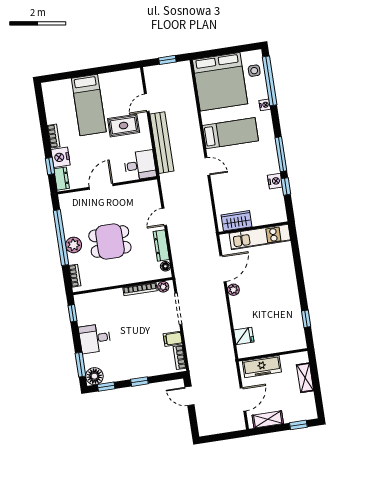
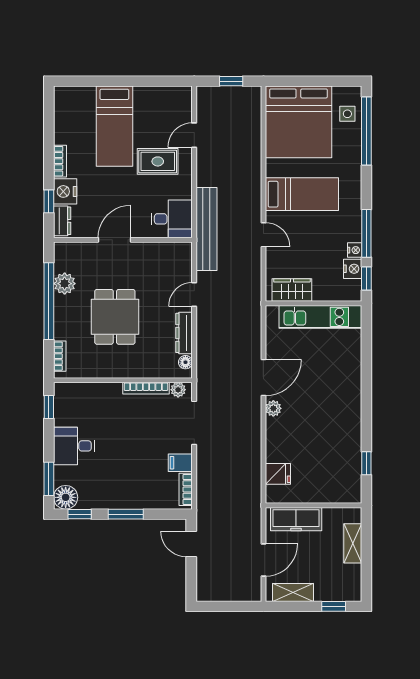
nightstand: (265, 105) -> (355, 250), moved
bench: (162, 143) -> (206, 229), moved
wardrobe: (237, 221) -> (292, 290), moved
wall: (253, 228) -> (313, 303), moved
kitchen unit: (260, 237) -> (320, 317), moved
dining table: (110, 242) -> (115, 317), turned 90
plant: (74, 245) -> (65, 284), moved
window: (139, 382) -> (126, 514), width x1.50

